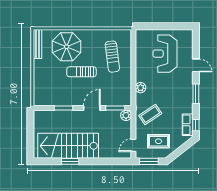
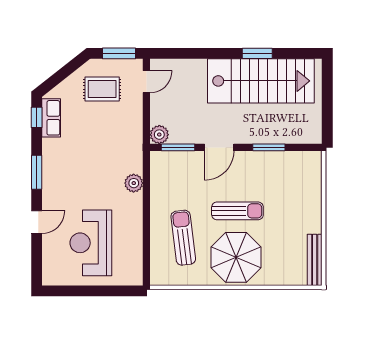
parasol: (67, 47) -> (236, 257), moved
reception desk: (165, 54) -> (91, 243), turned 180
door: (196, 65) -> (37, 222), swing flipped
coffee table: (150, 115) -> (117, 136), removed

